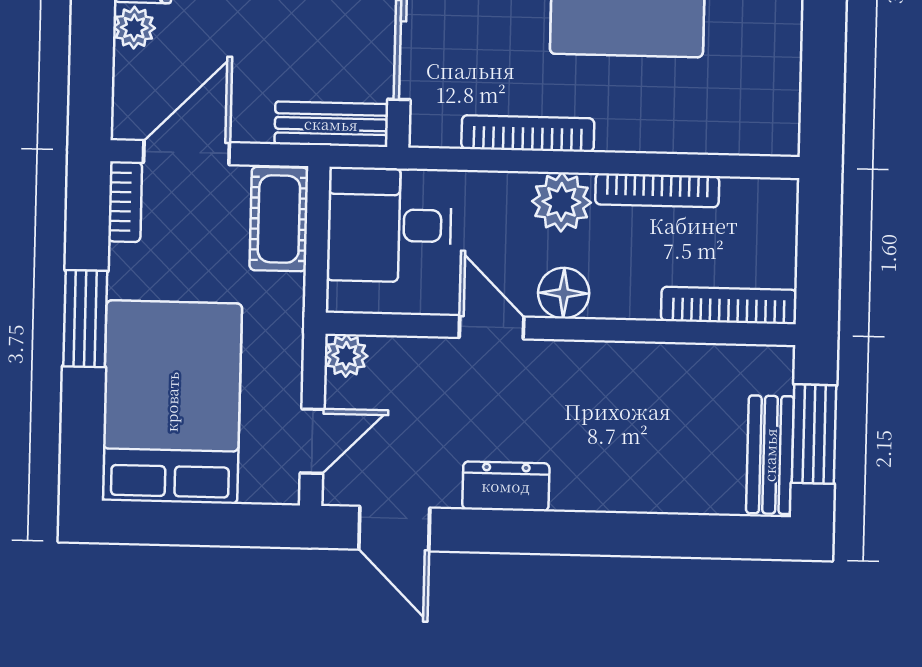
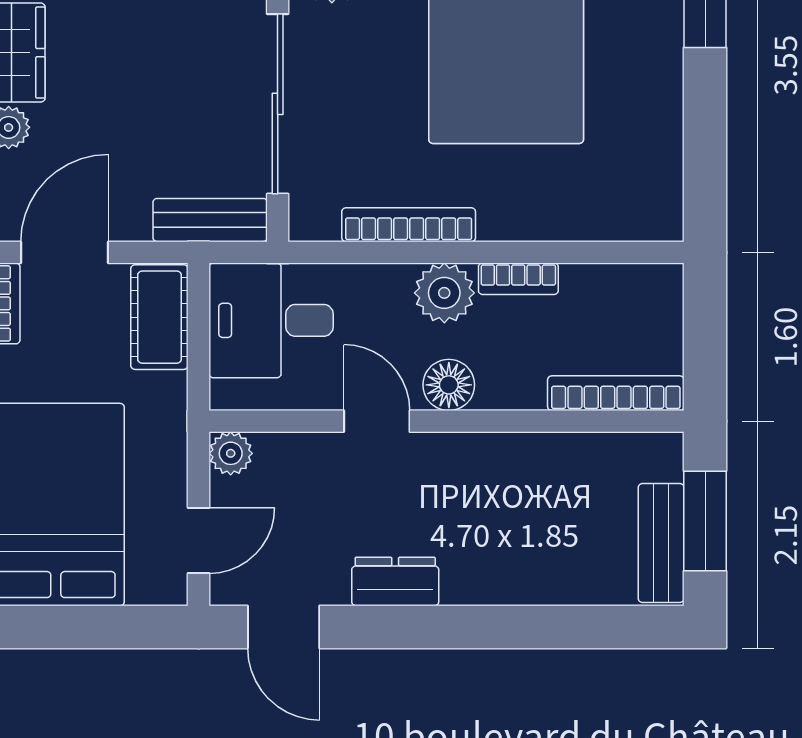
bookcase: (657, 190) -> (518, 279), width x0.64

